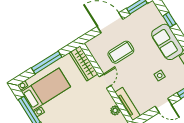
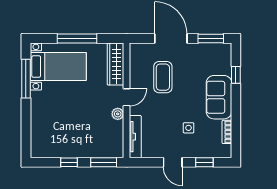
coffee table: (121, 52) -> (163, 77), turned 90
plant: (115, 110) -> (118, 114), moved

